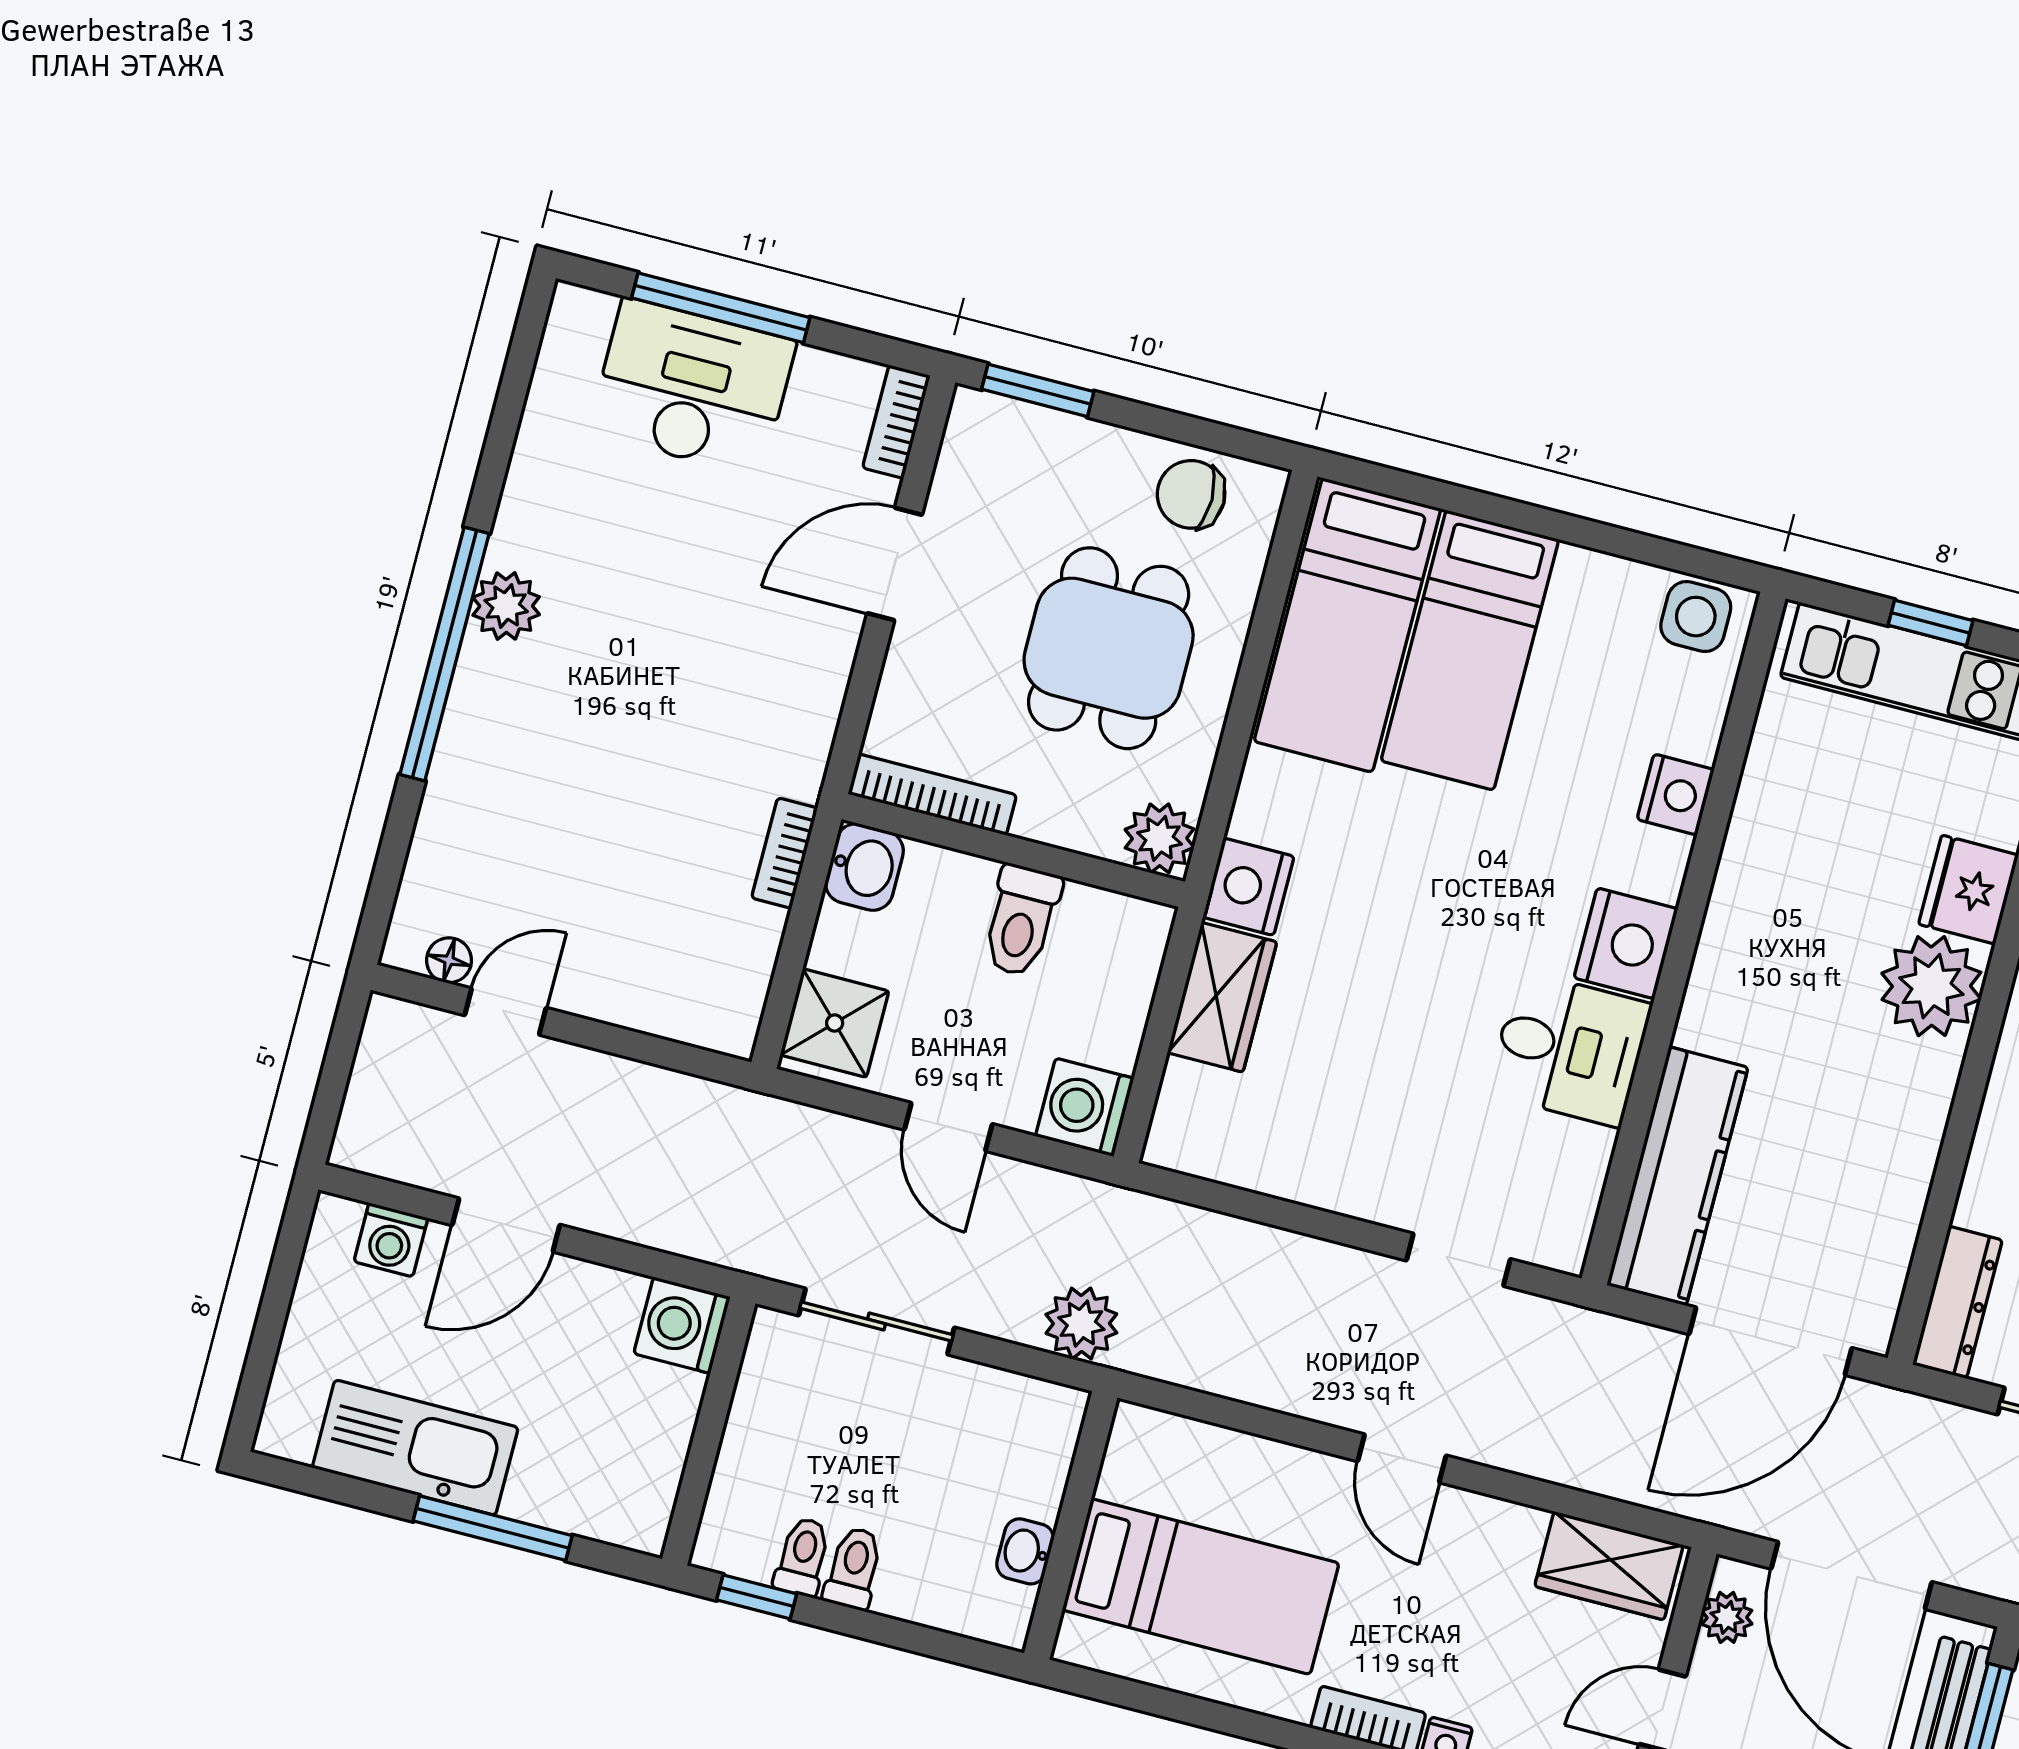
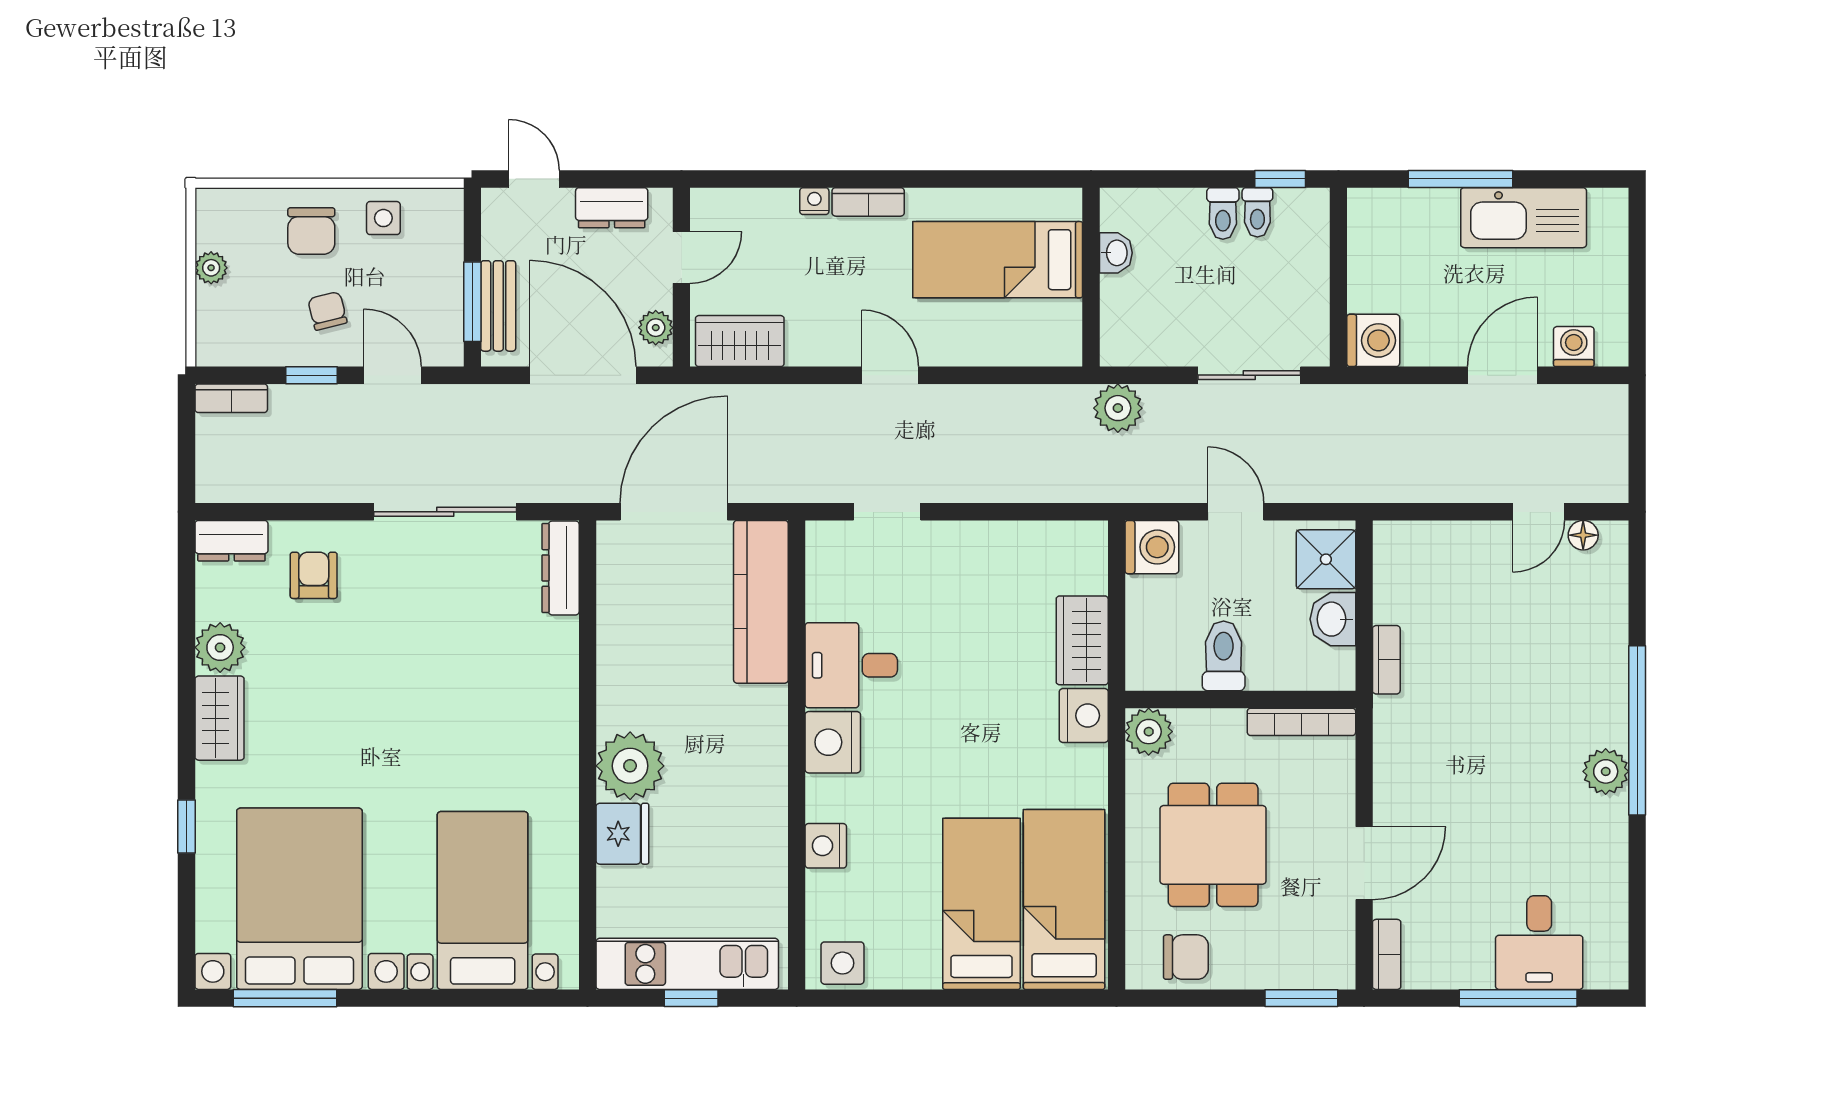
desk: (692, 387) -> (1539, 943), width x0.73
washbasin: (864, 867) -> (1333, 619), moved

